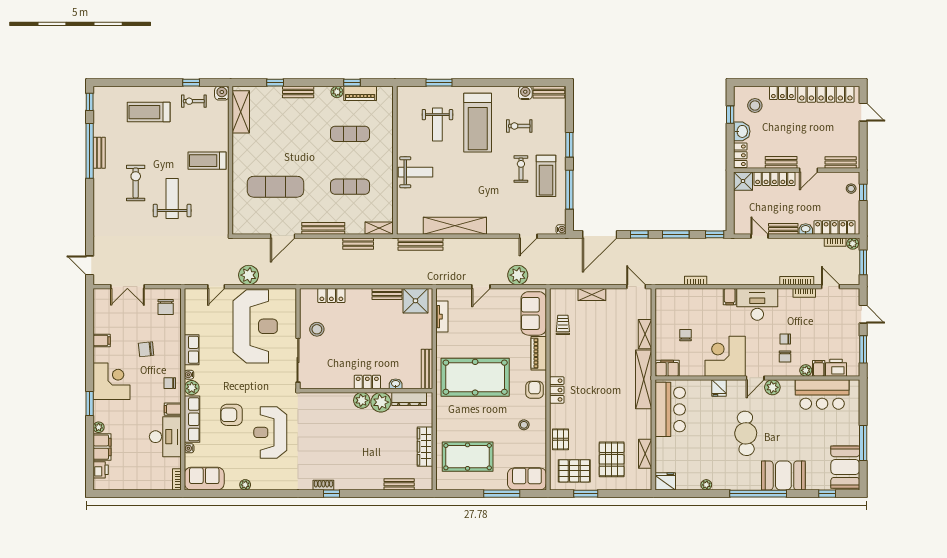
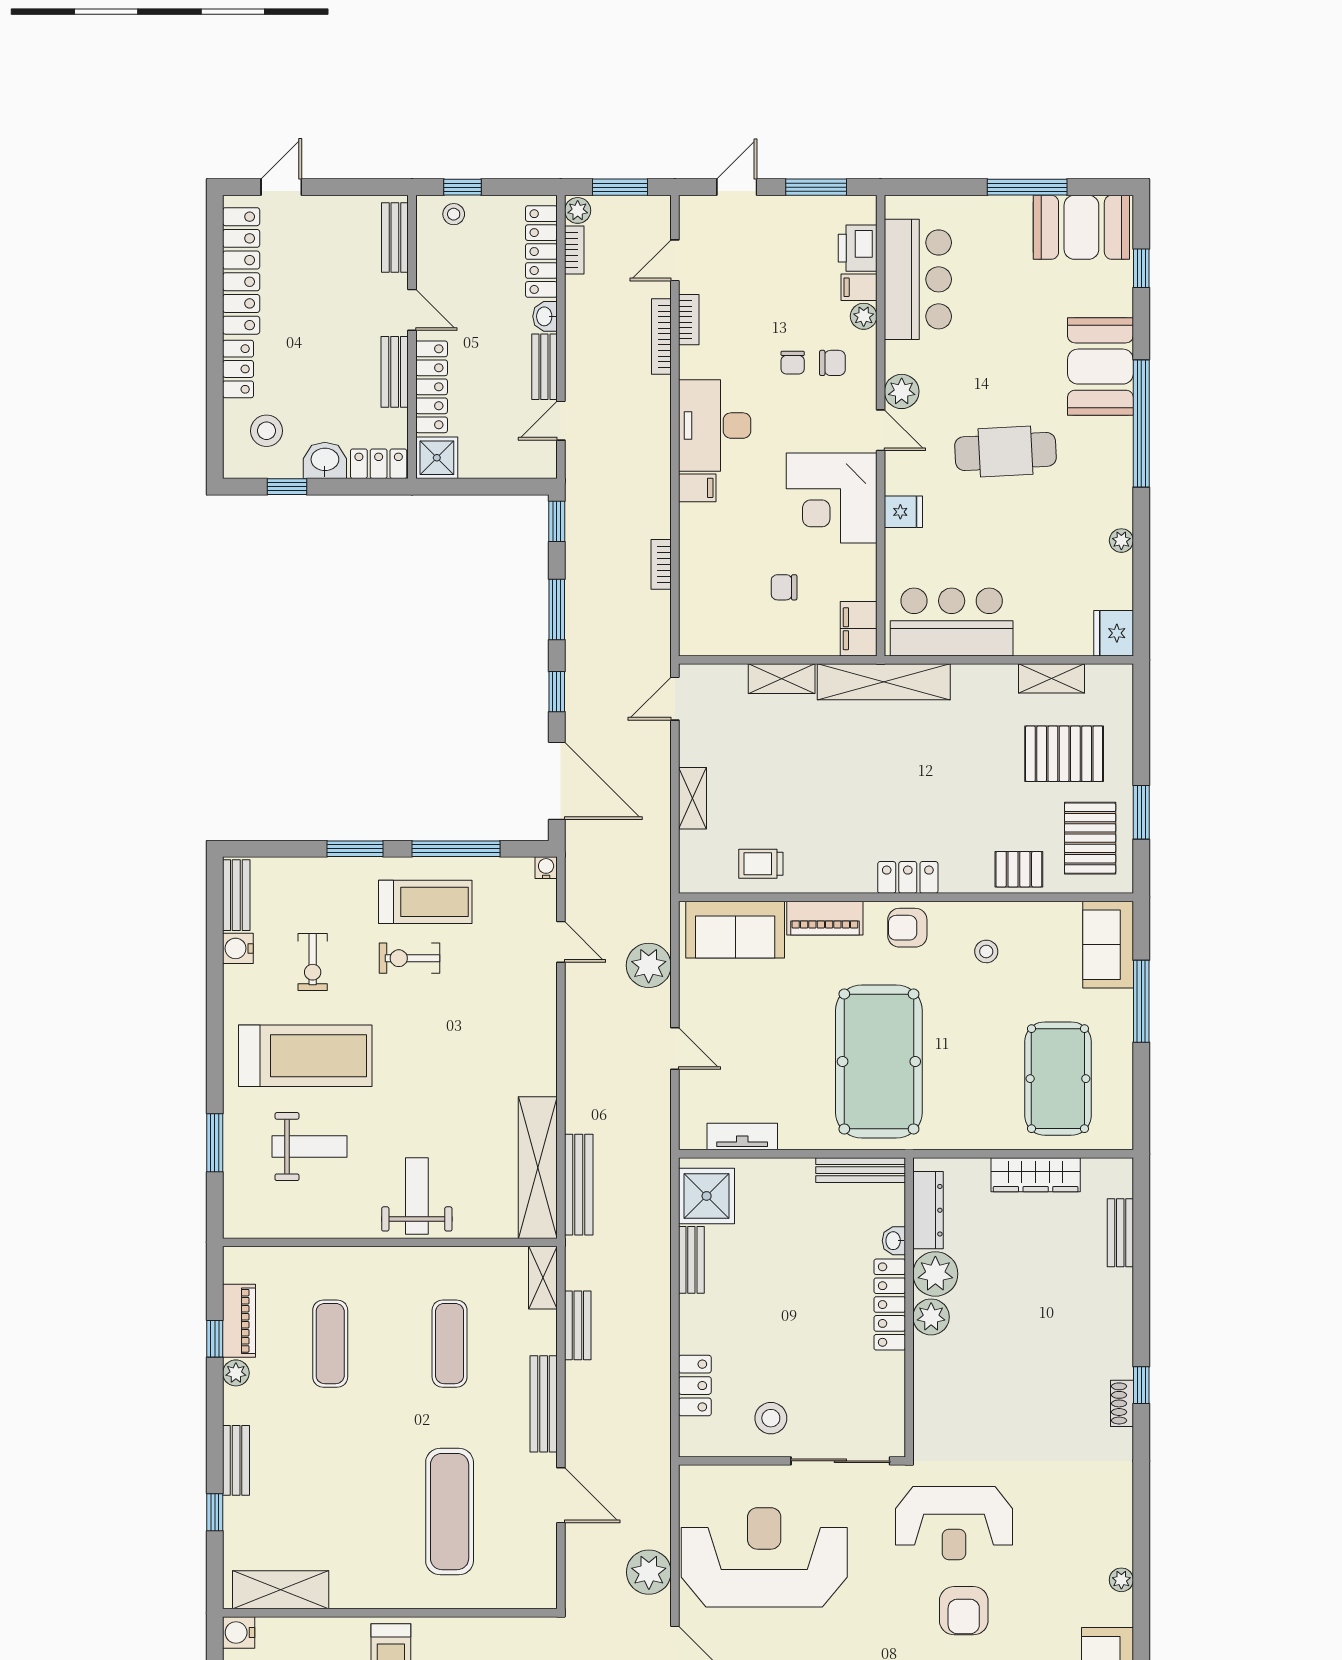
shelving: (455, 226) -> (538, 1168), moved
locker: (367, 382) -> (890, 1305), width x1.53
reception desk: (270, 432) -> (954, 1523), moved

